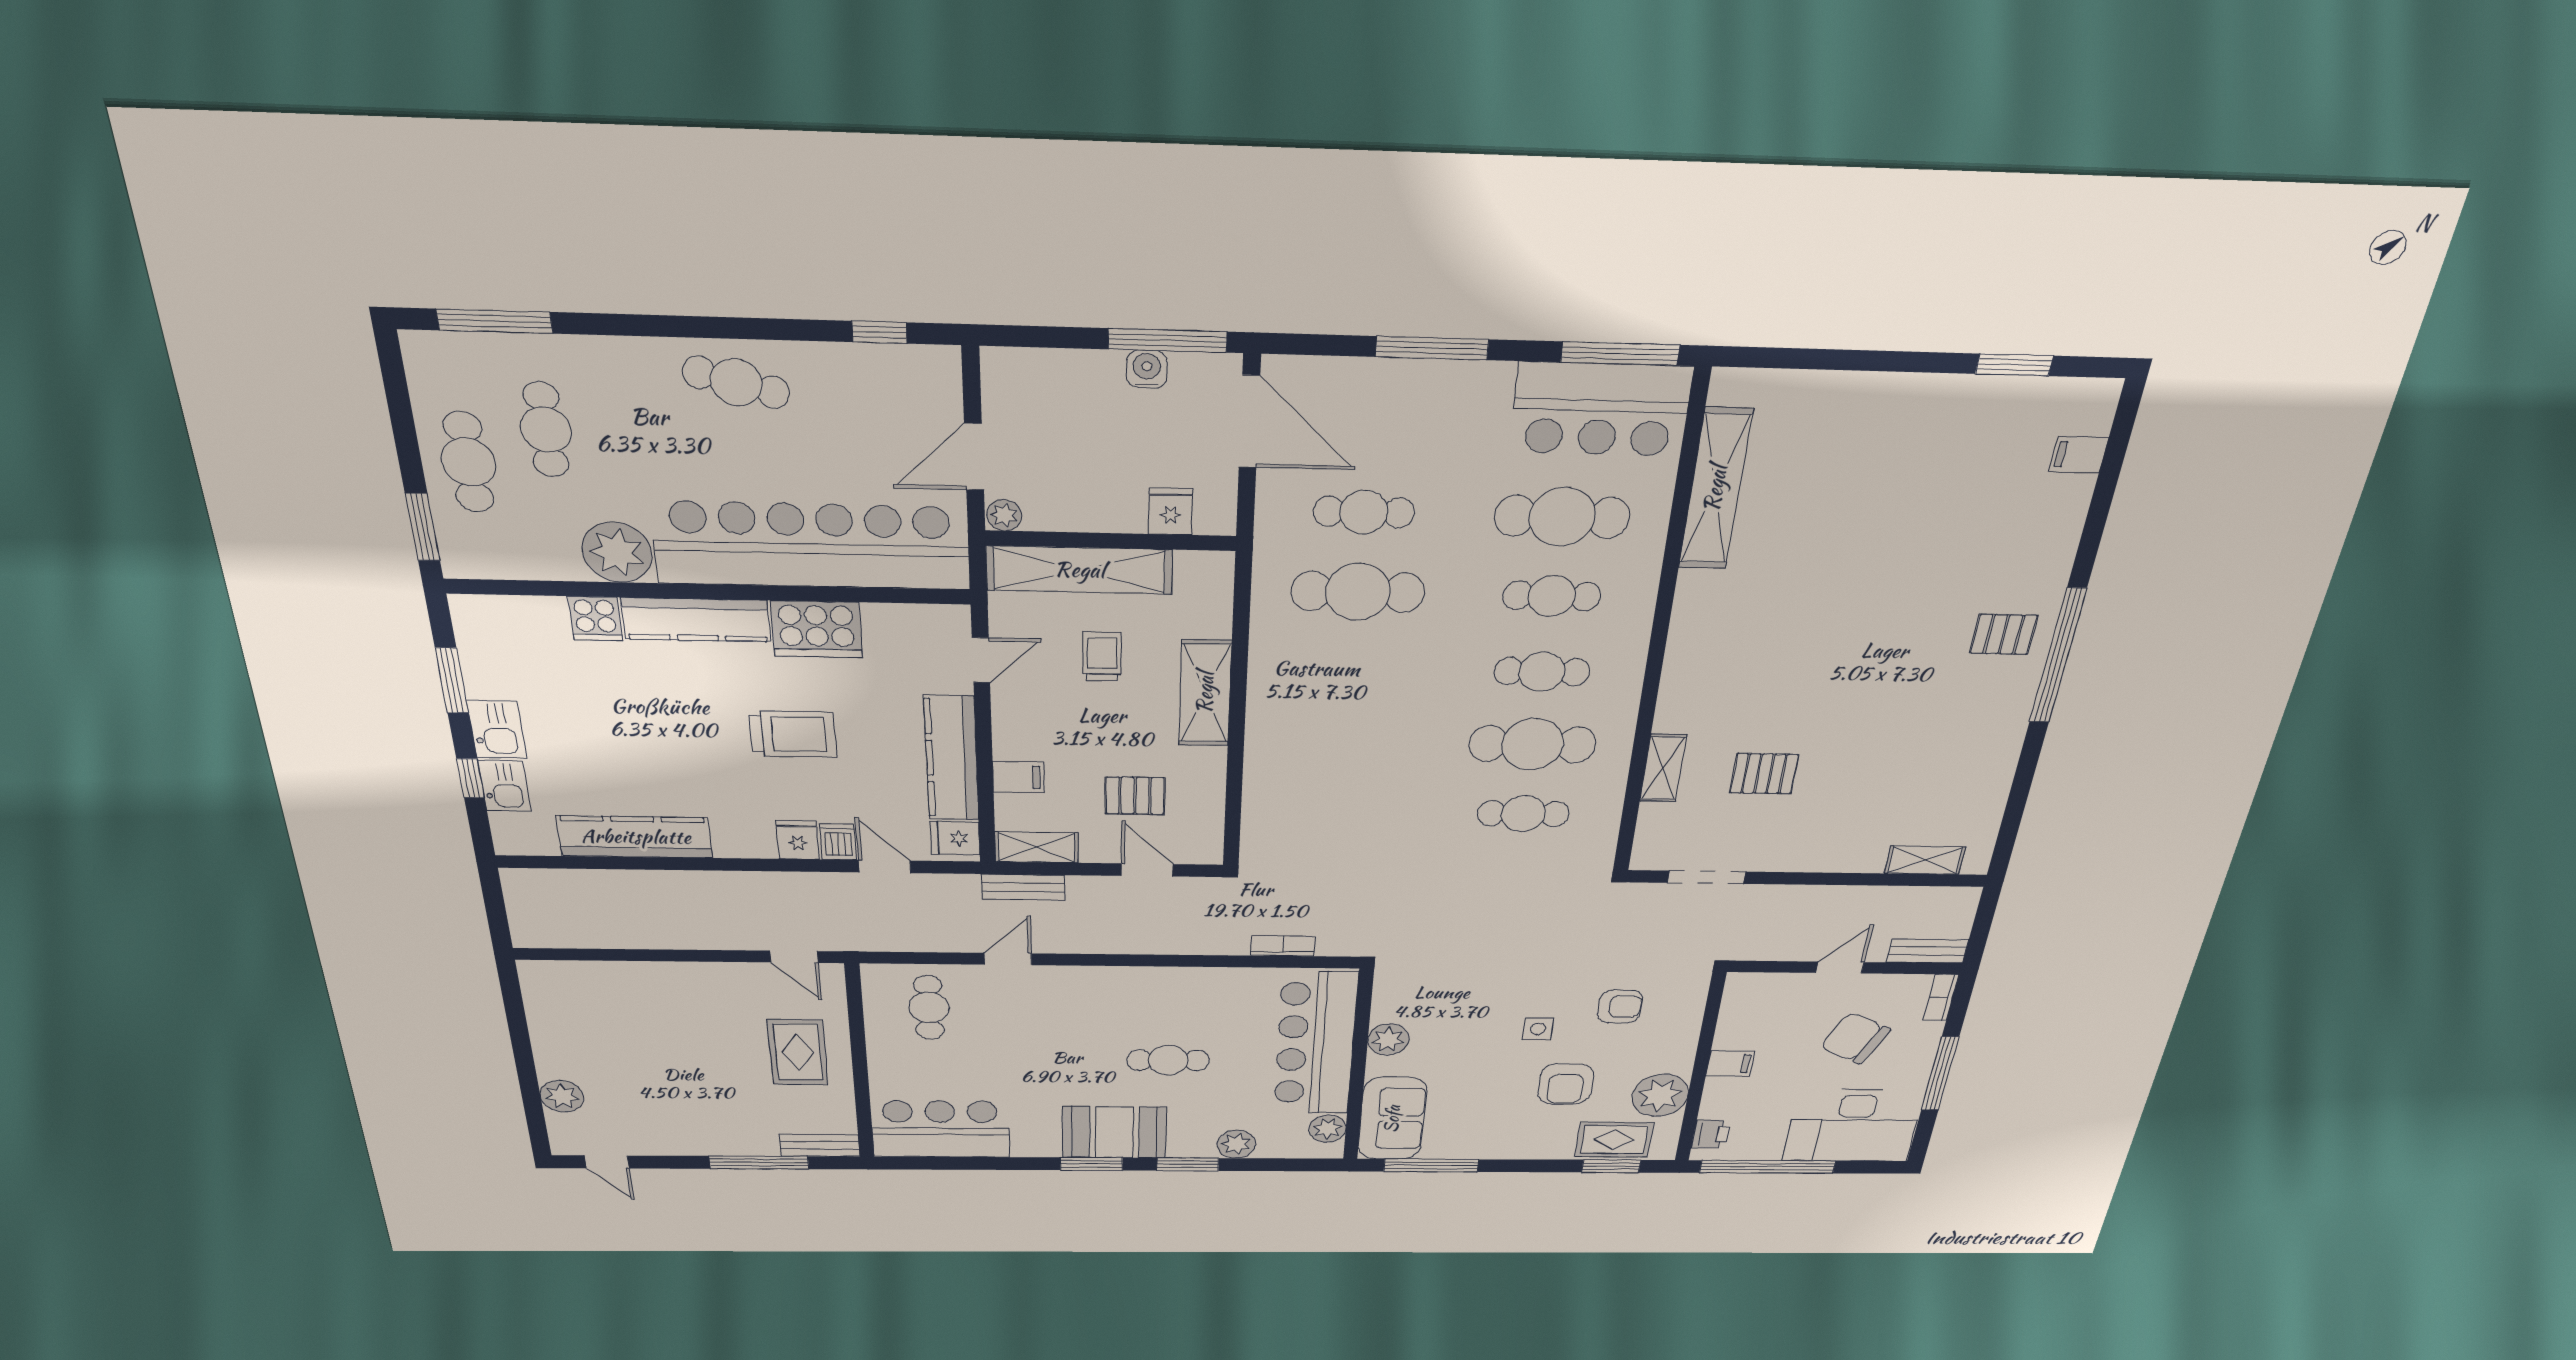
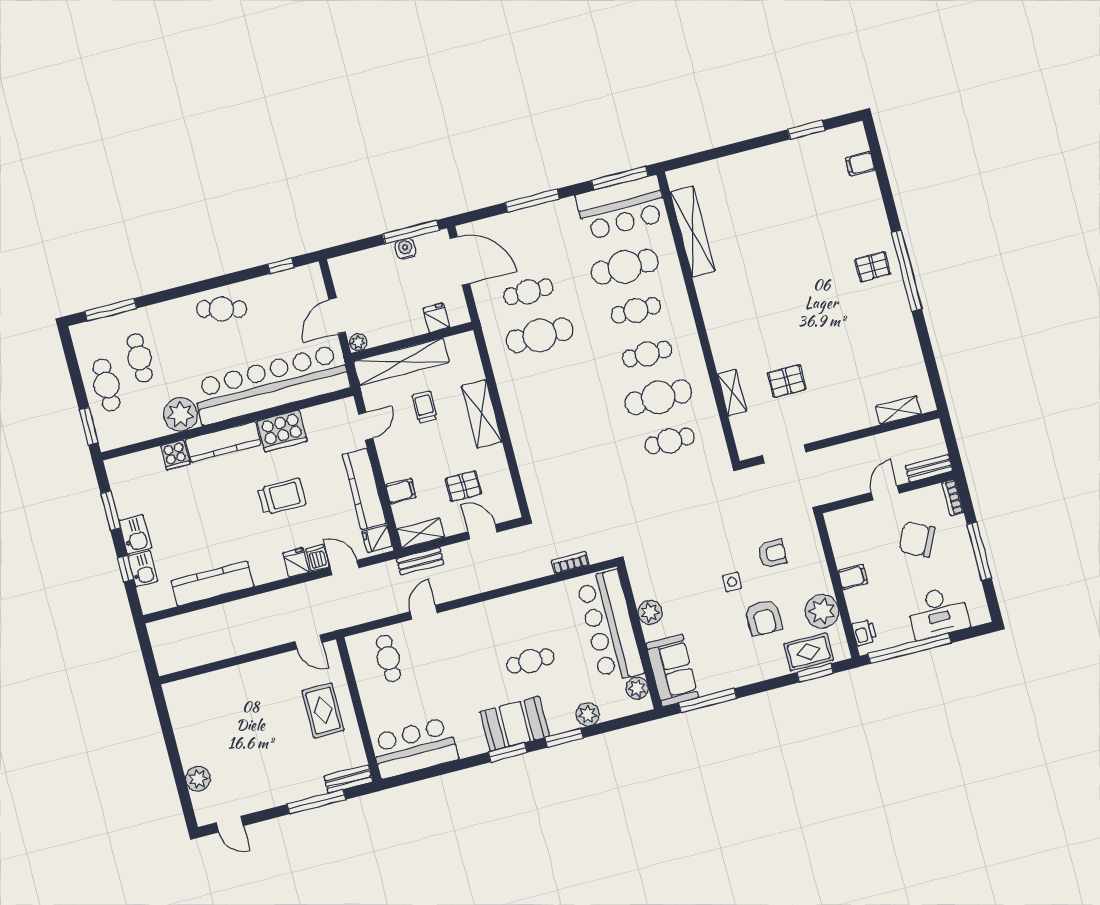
desk: (1853, 1126) -> (938, 612), width x0.73, depth x0.77

